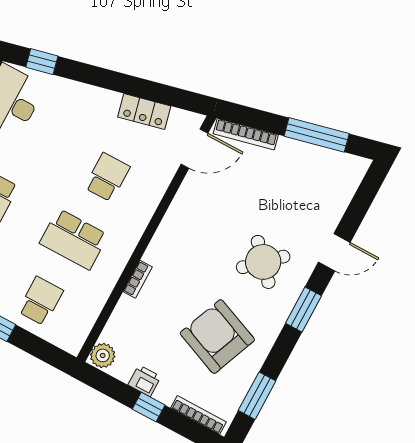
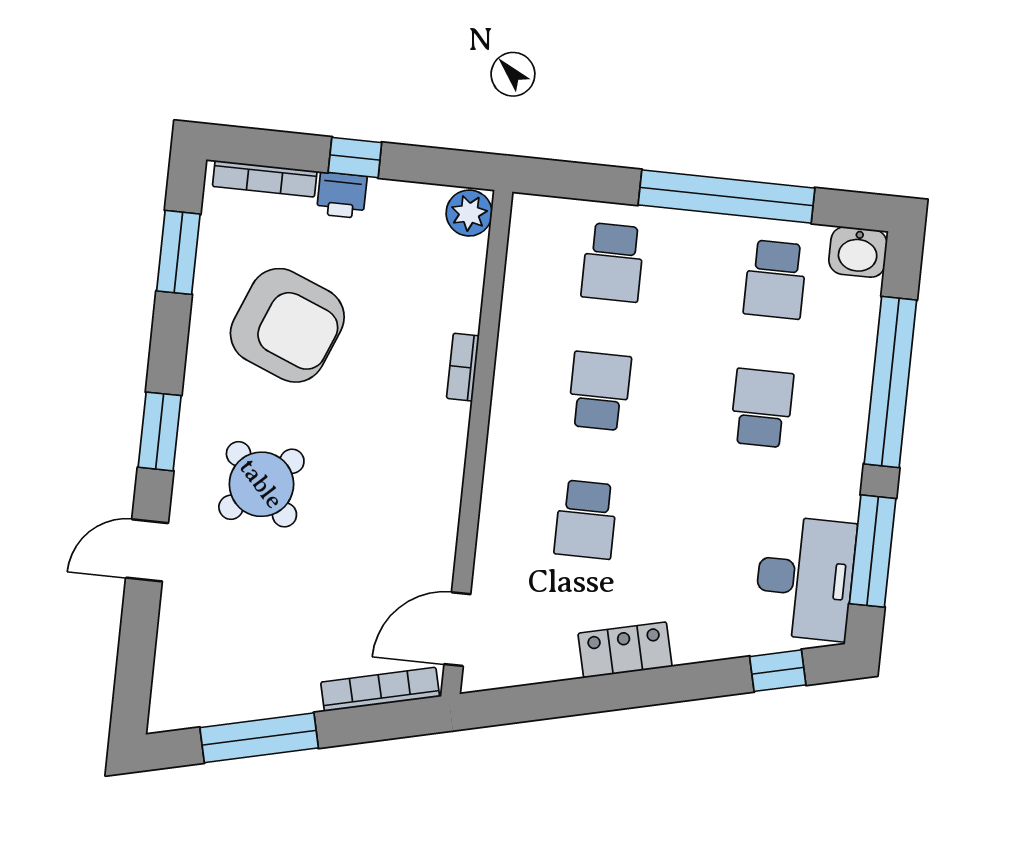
locker: (144, 112) -> (625, 650), moved
school desk: (74, 239) -> (599, 391), width x0.54
printer: (144, 381) -> (342, 195), moved

